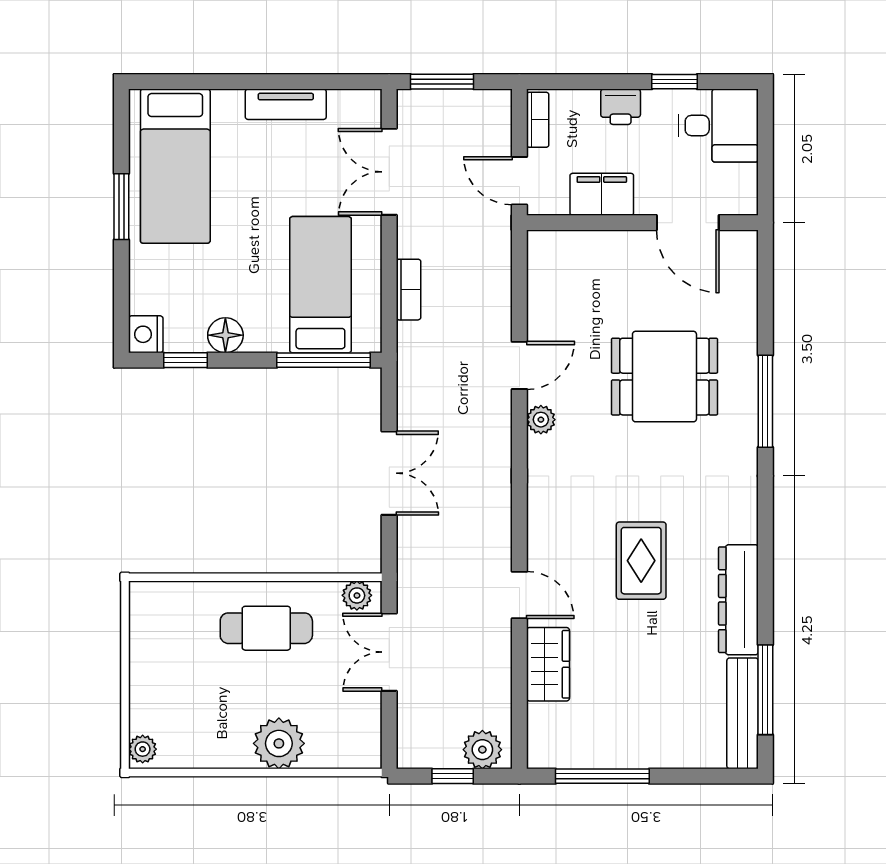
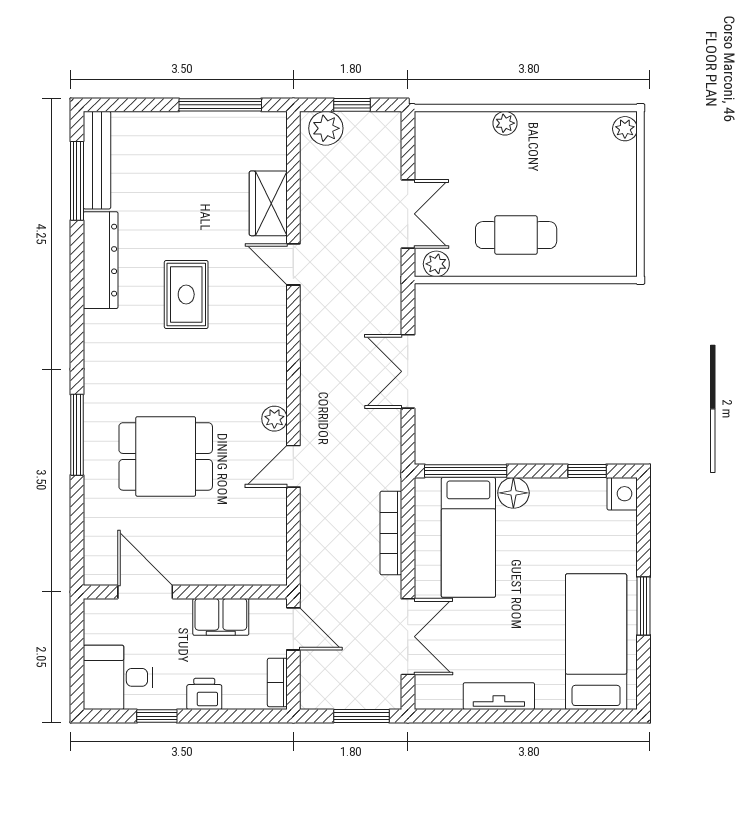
bookcase: (409, 290) -> (391, 533), width x1.56
floor lamp: (225, 335) -> (513, 493), moved
plant: (279, 743) -> (505, 123), width x0.53, depth x0.53

